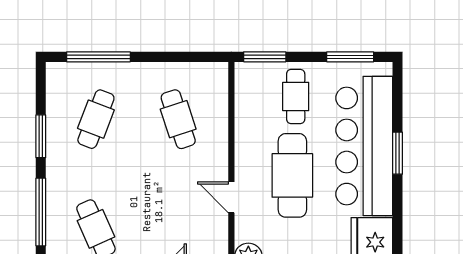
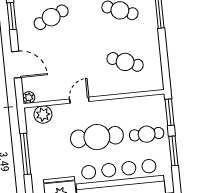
window: (350, 57) -> (173, 151), moved
cafe table: (178, 119) -> (125, 62), turned 39

